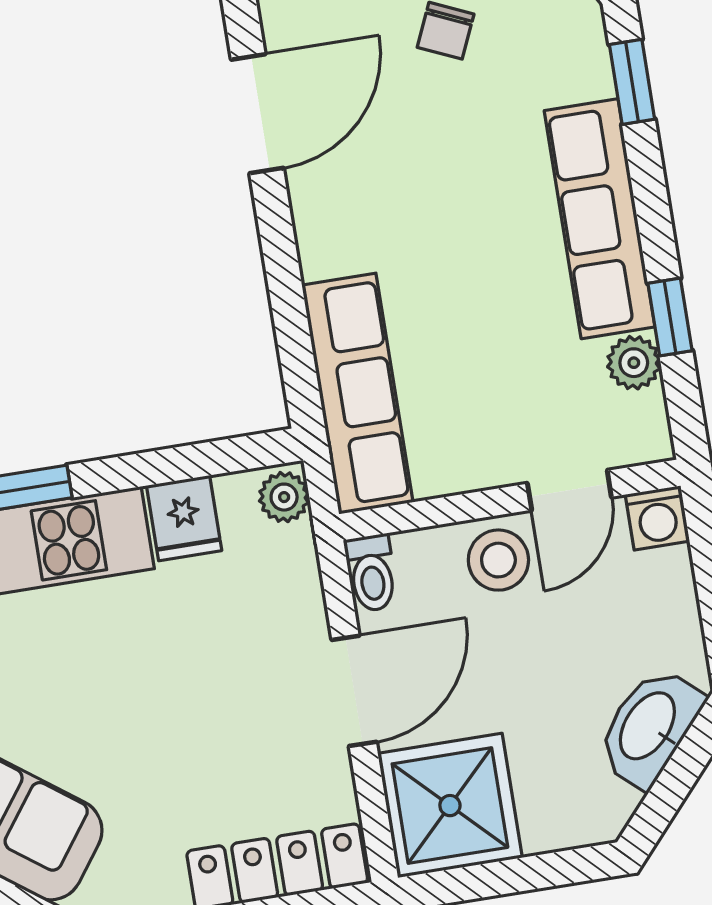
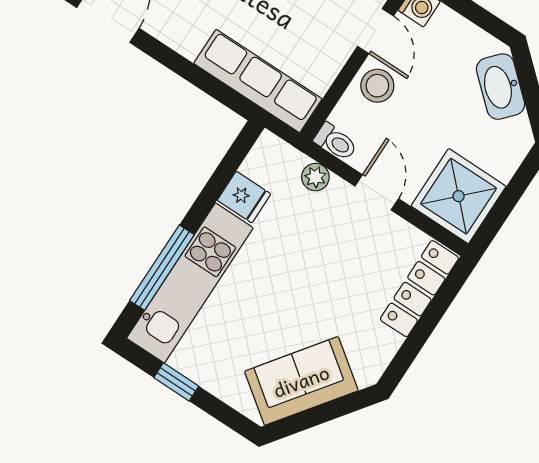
plant: (284, 497) -> (315, 177), moved
door: (354, 691) -> (377, 192), width x0.73

